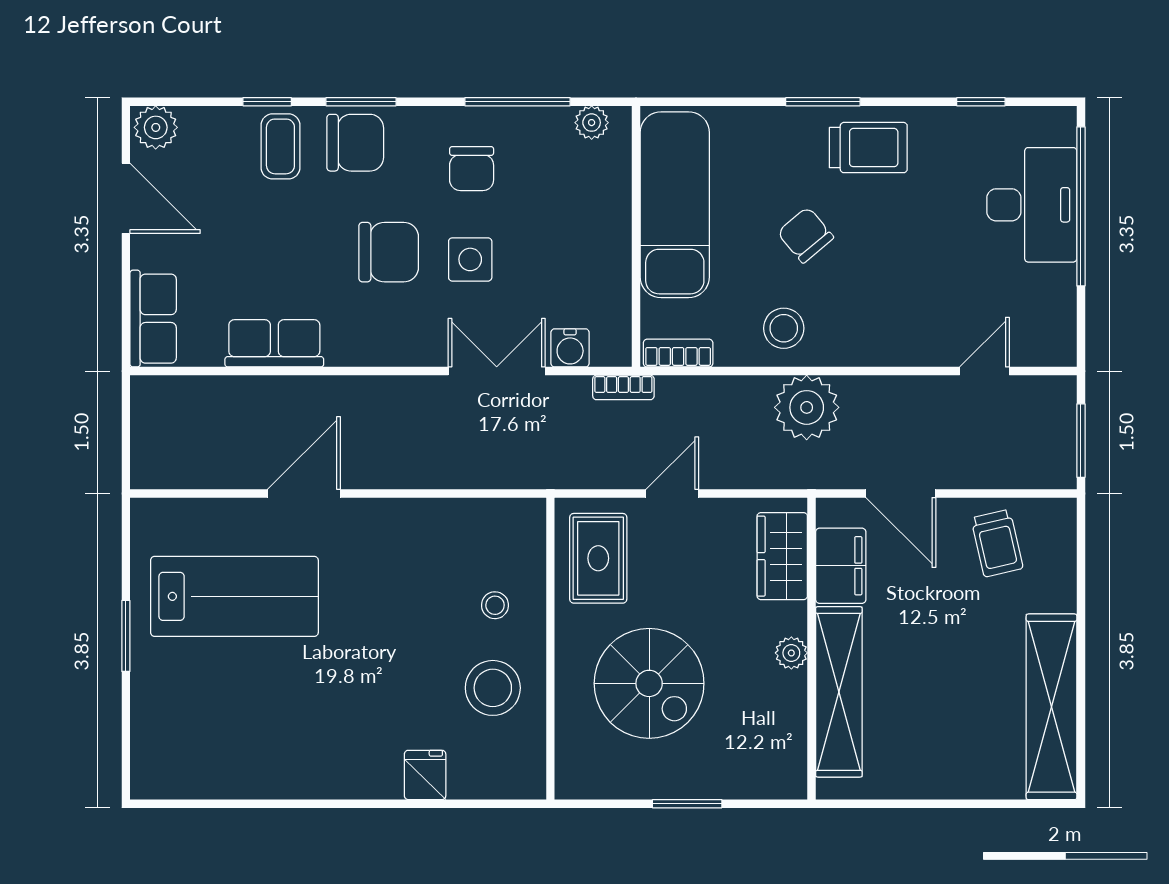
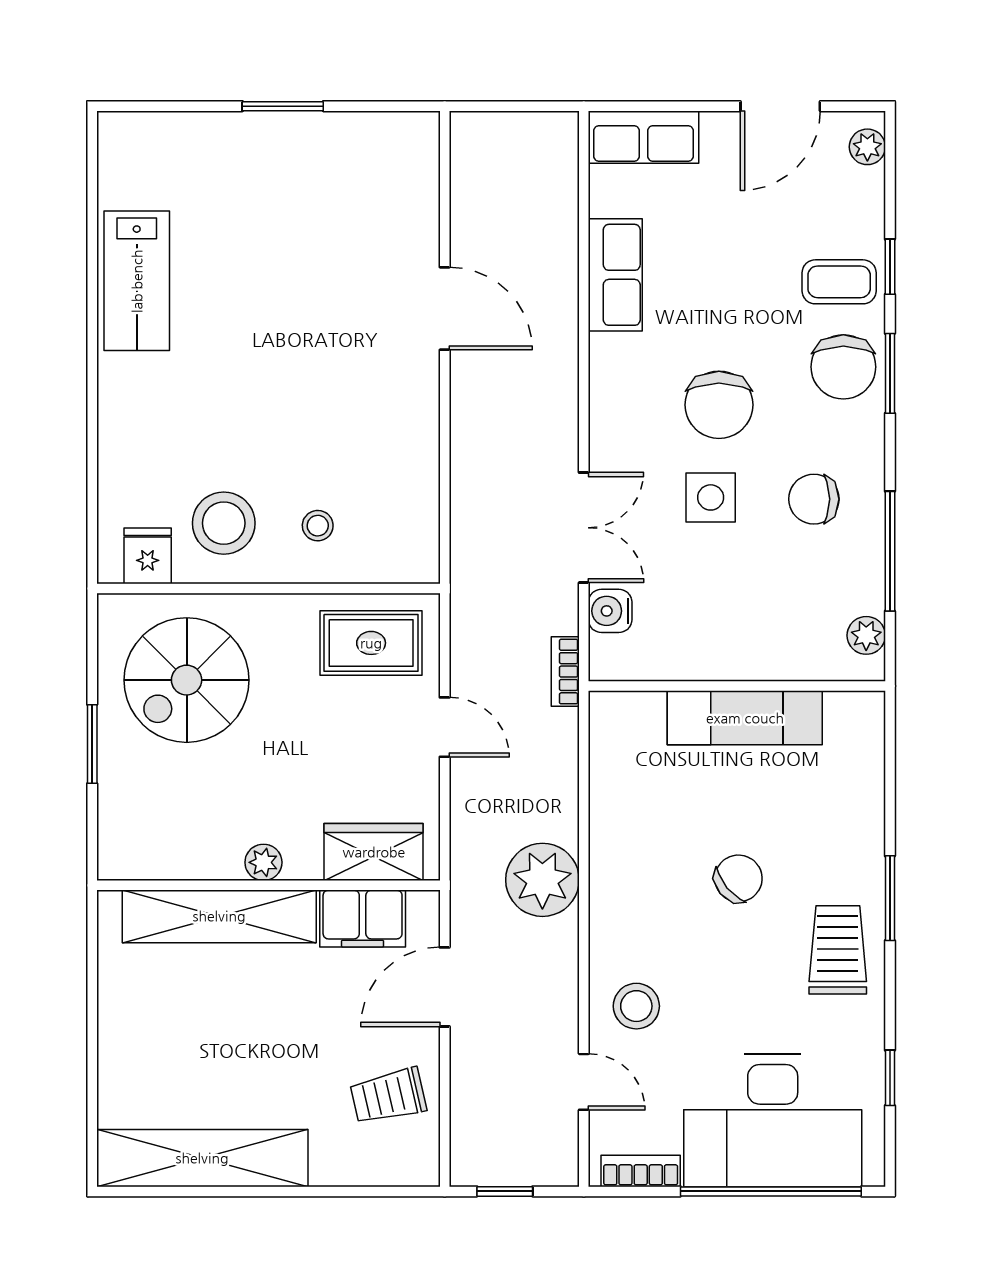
plant: (156, 127) -> (867, 147), width x0.73, depth x0.73
trolley: (868, 148) -> (838, 950), turned 180
exam couch: (675, 205) -> (745, 718), width x0.73, depth x0.69
desk: (1032, 205) -> (773, 1120), width x1.36, depth x1.30
stool: (784, 328) -> (636, 1006), moved
bookcase: (678, 353) -> (641, 1171), moved, turned -90
window: (1081, 441) -> (505, 1191), width x0.67
lab bench: (234, 596) -> (137, 281), moved, width x0.73, depth x0.72
spiral stairs: (649, 683) -> (187, 680), moved
fridge: (425, 775) -> (148, 556), moved, turned -90

